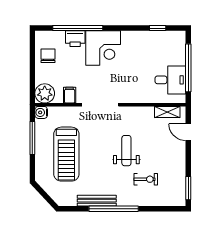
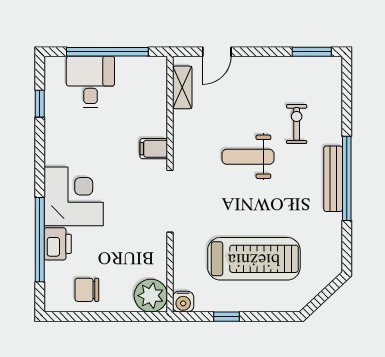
desk: (170, 80) -> (90, 82), moved
filing cabinet: (70, 95) -> (154, 149), moved
window: (32, 138) -> (226, 317), width x0.46
bench: (97, 201) -> (333, 179), moved

